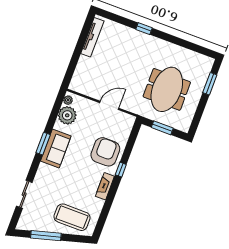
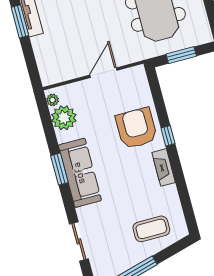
window: (82, 40) -> (20, 21), added
sofa: (56, 149) -> (80, 173), width x1.36
coffee table: (72, 217) -> (151, 229), width x0.73, depth x0.76

